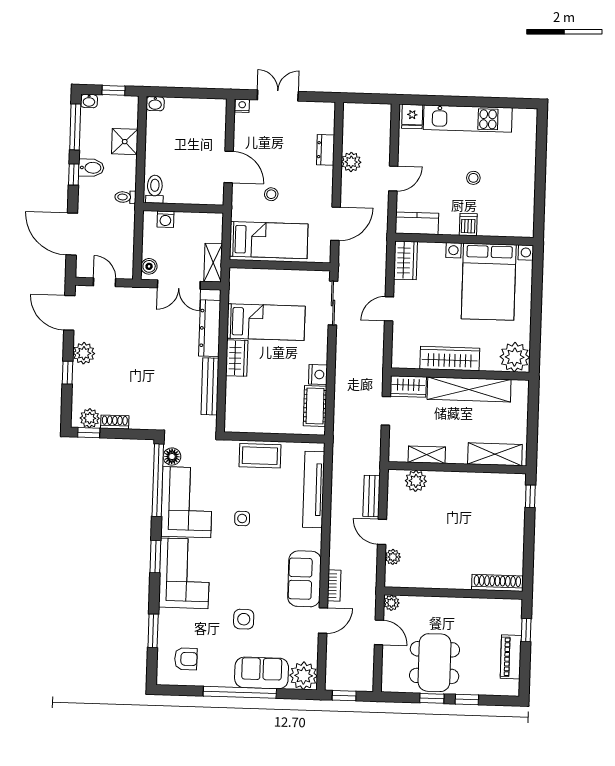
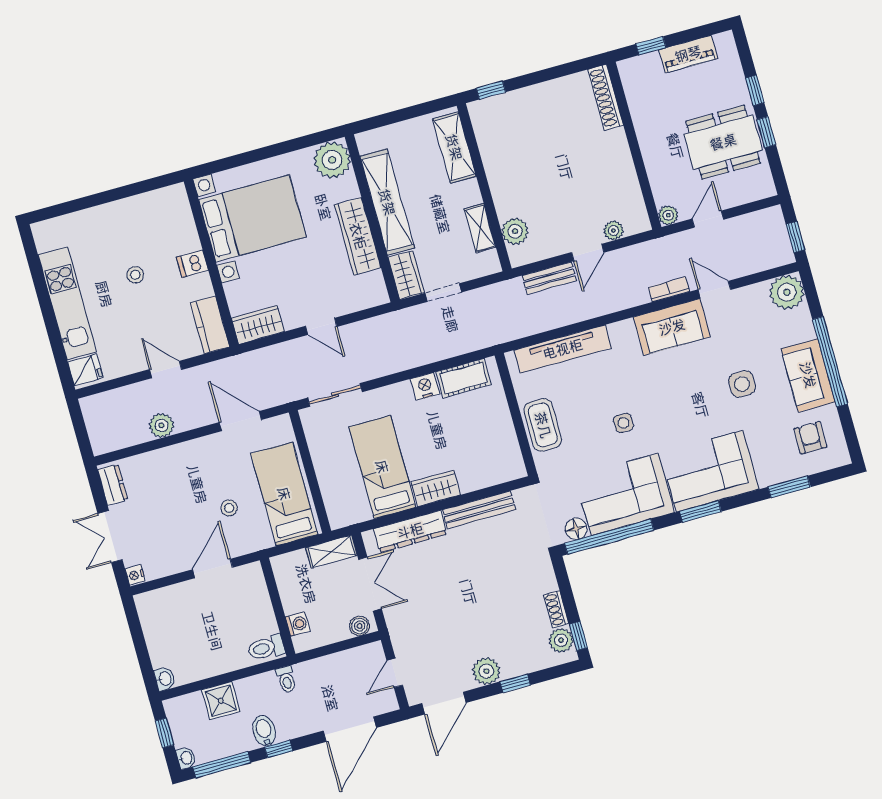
dresser: (326, 150) -> (113, 485), moved, turned -90
sofa: (262, 673) -> (808, 375), moved

